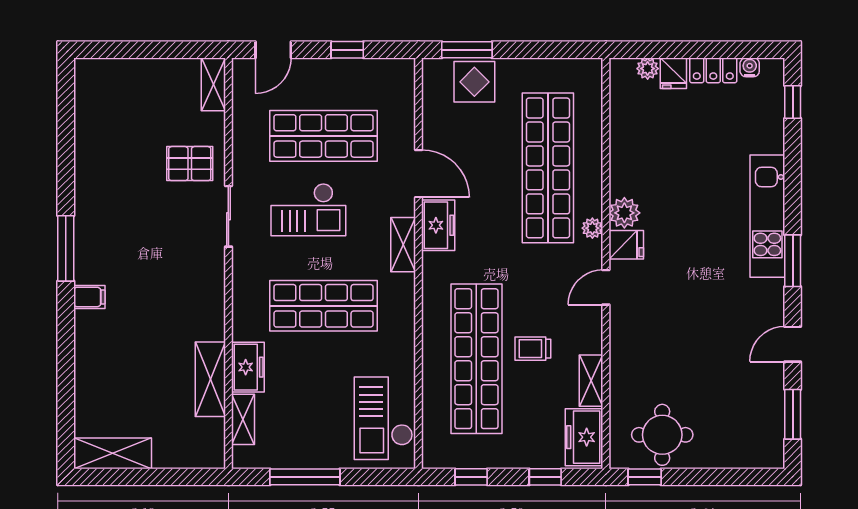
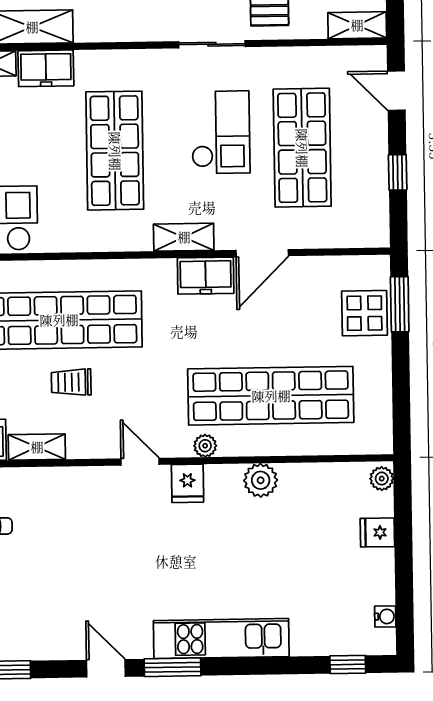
plant: (648, 69) -> (382, 479), moved
locker: (713, 70) -> (381, 576), removed
checkout: (308, 210) -> (221, 132), turned 180
plant: (624, 213) -> (261, 480), moved
door: (793, 344) -> (106, 668), moved
trolley: (533, 349) -> (71, 382), turned -90

